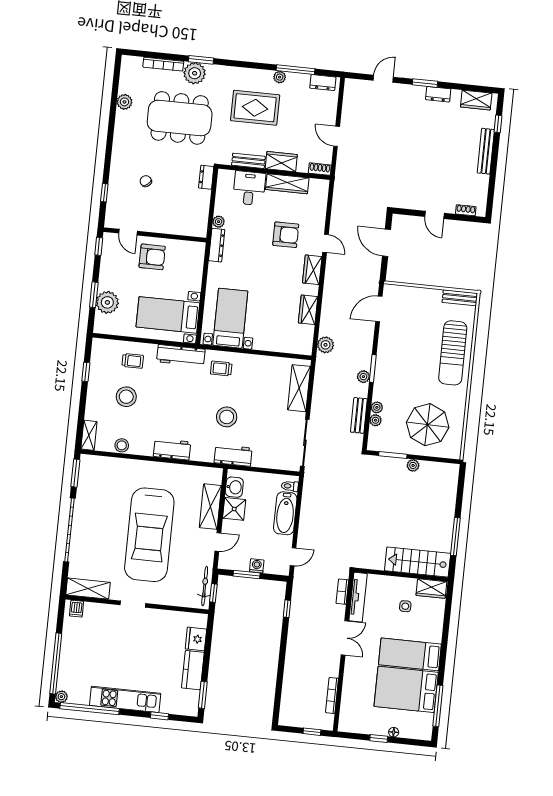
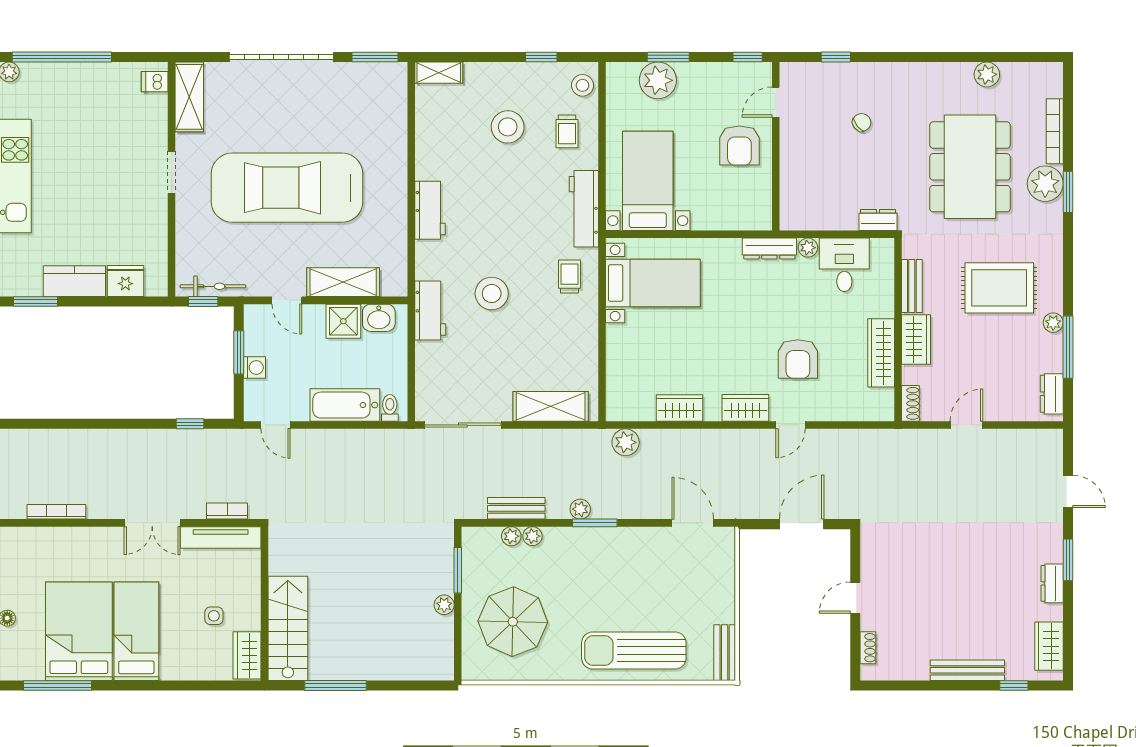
rug: (255, 108) -> (999, 288), turned 90
desk: (249, 188) -> (844, 265), moved, turned -90
stool: (122, 445) -> (583, 85), moved

